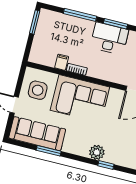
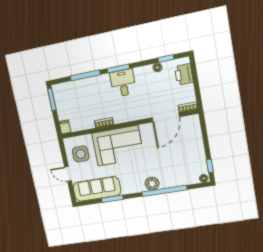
desk: (109, 39) -> (123, 83), width x0.73
filing cabinet: (62, 62) -> (65, 127), moved
window: (106, 165) -> (164, 191), width x3.17

